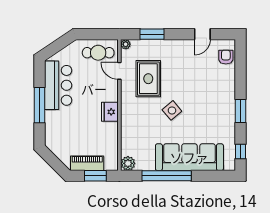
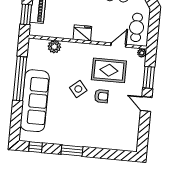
door: (202, 34) -> (146, 104), moved
armchair: (226, 57) -> (101, 96), moved
plant: (128, 163) -> (54, 47), moved

